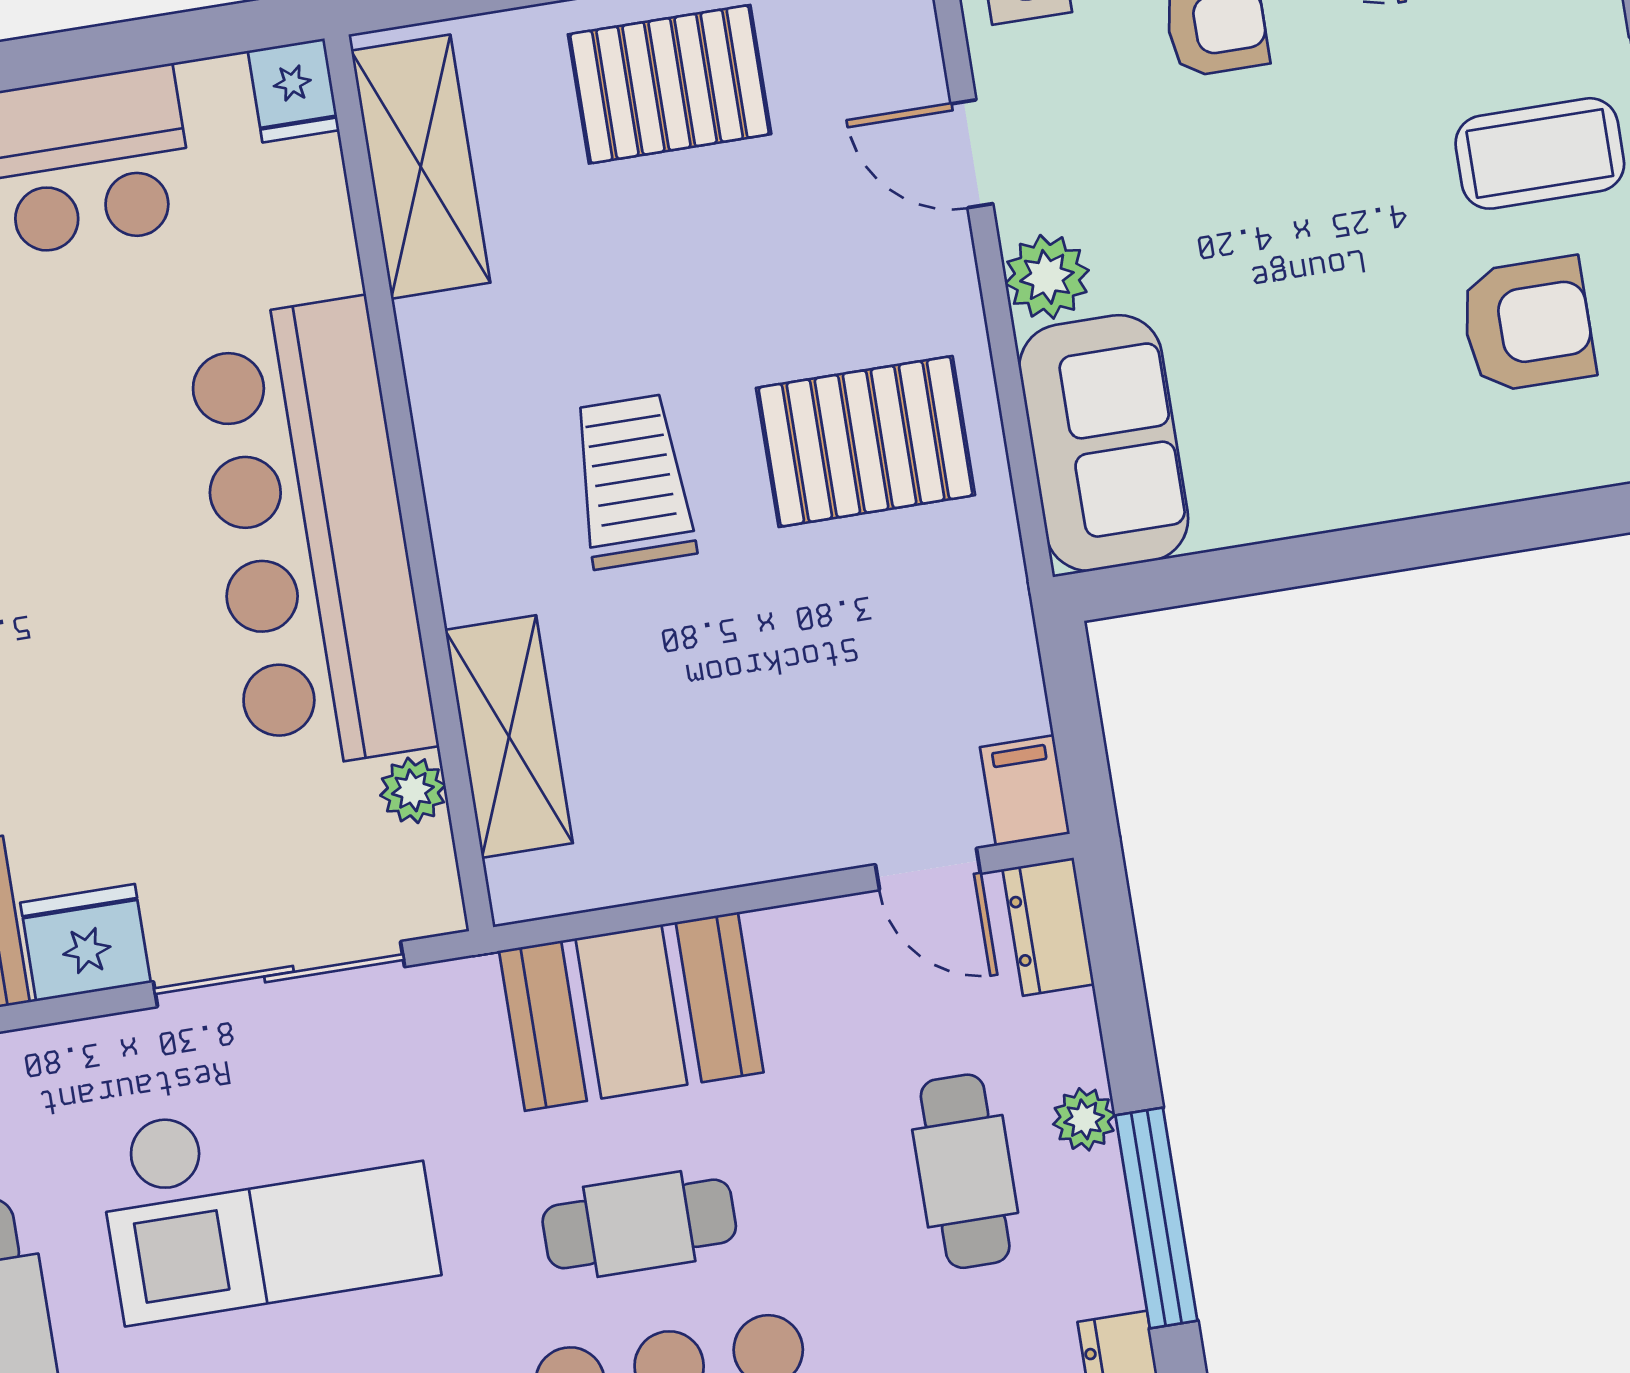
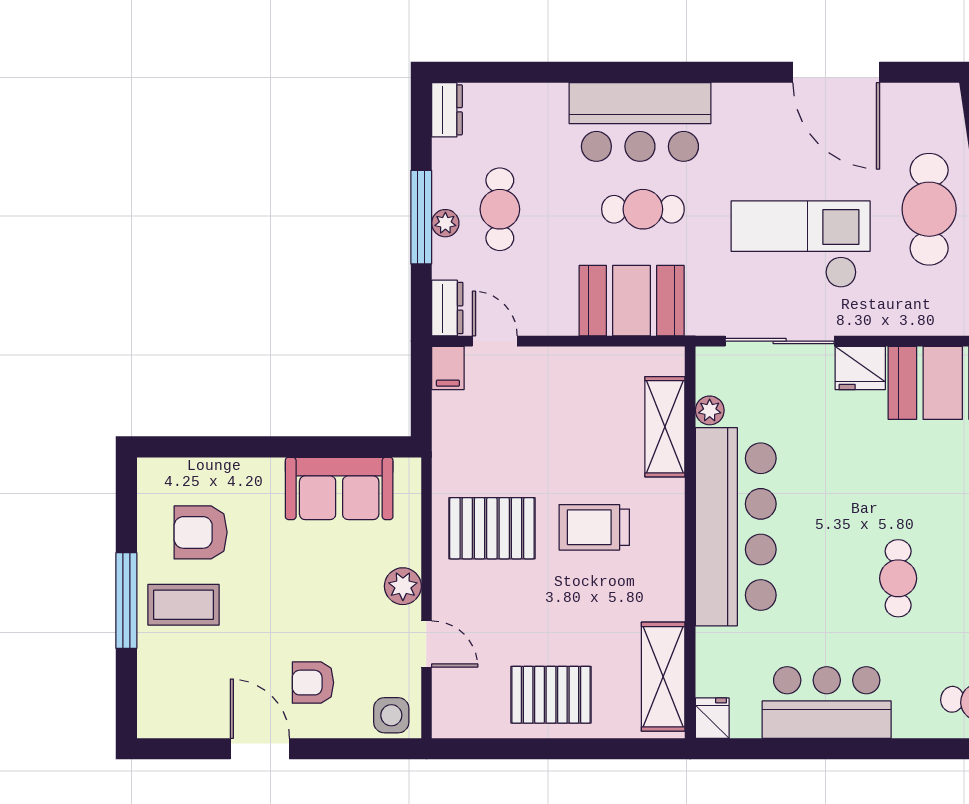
sofa: (1104, 443) -> (339, 488), moved, turned -90
trolley: (633, 482) -> (594, 527), turned 90
window: (1156, 1218) -> (421, 217), moved

